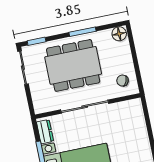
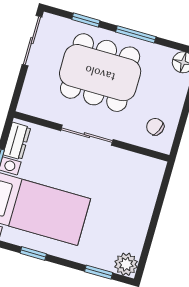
window: (37, 41) -> (86, 20), moved
sliding door: (85, 107) -> (87, 135), width x0.73

